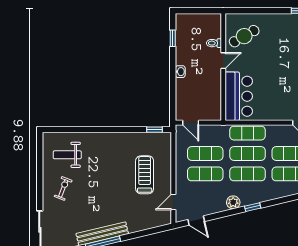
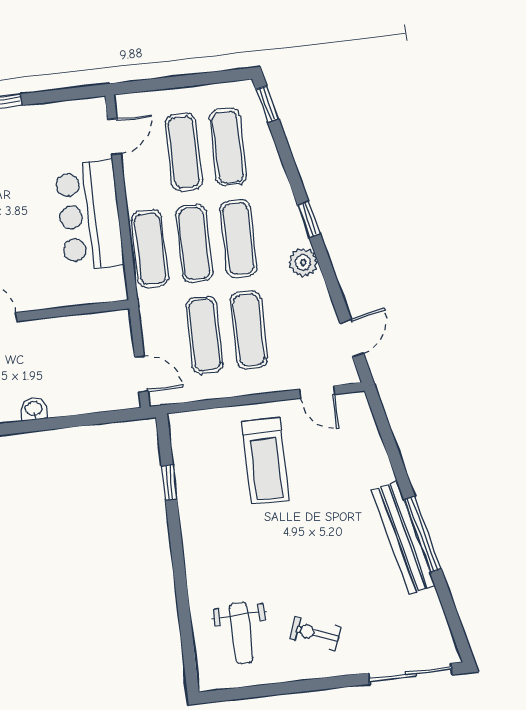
bar counter: (239, 96) -> (89, 216), moved, turned -90
door: (191, 123) -> (141, 374), hinge flipped
window: (155, 130) -> (169, 482), moved
treadmill: (145, 175) -> (266, 461), turned -90

